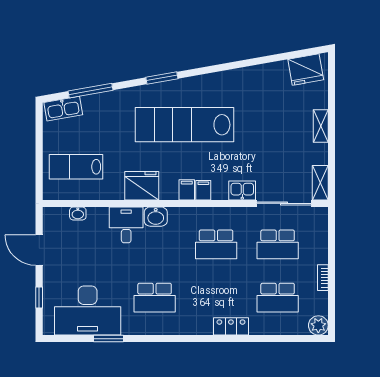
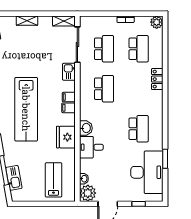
kitchen sink: (63, 109) -> (14, 178), moved
lab bench: (76, 167) -> (54, 180), turned 180
plant: (56, 219) -> (88, 193), added

